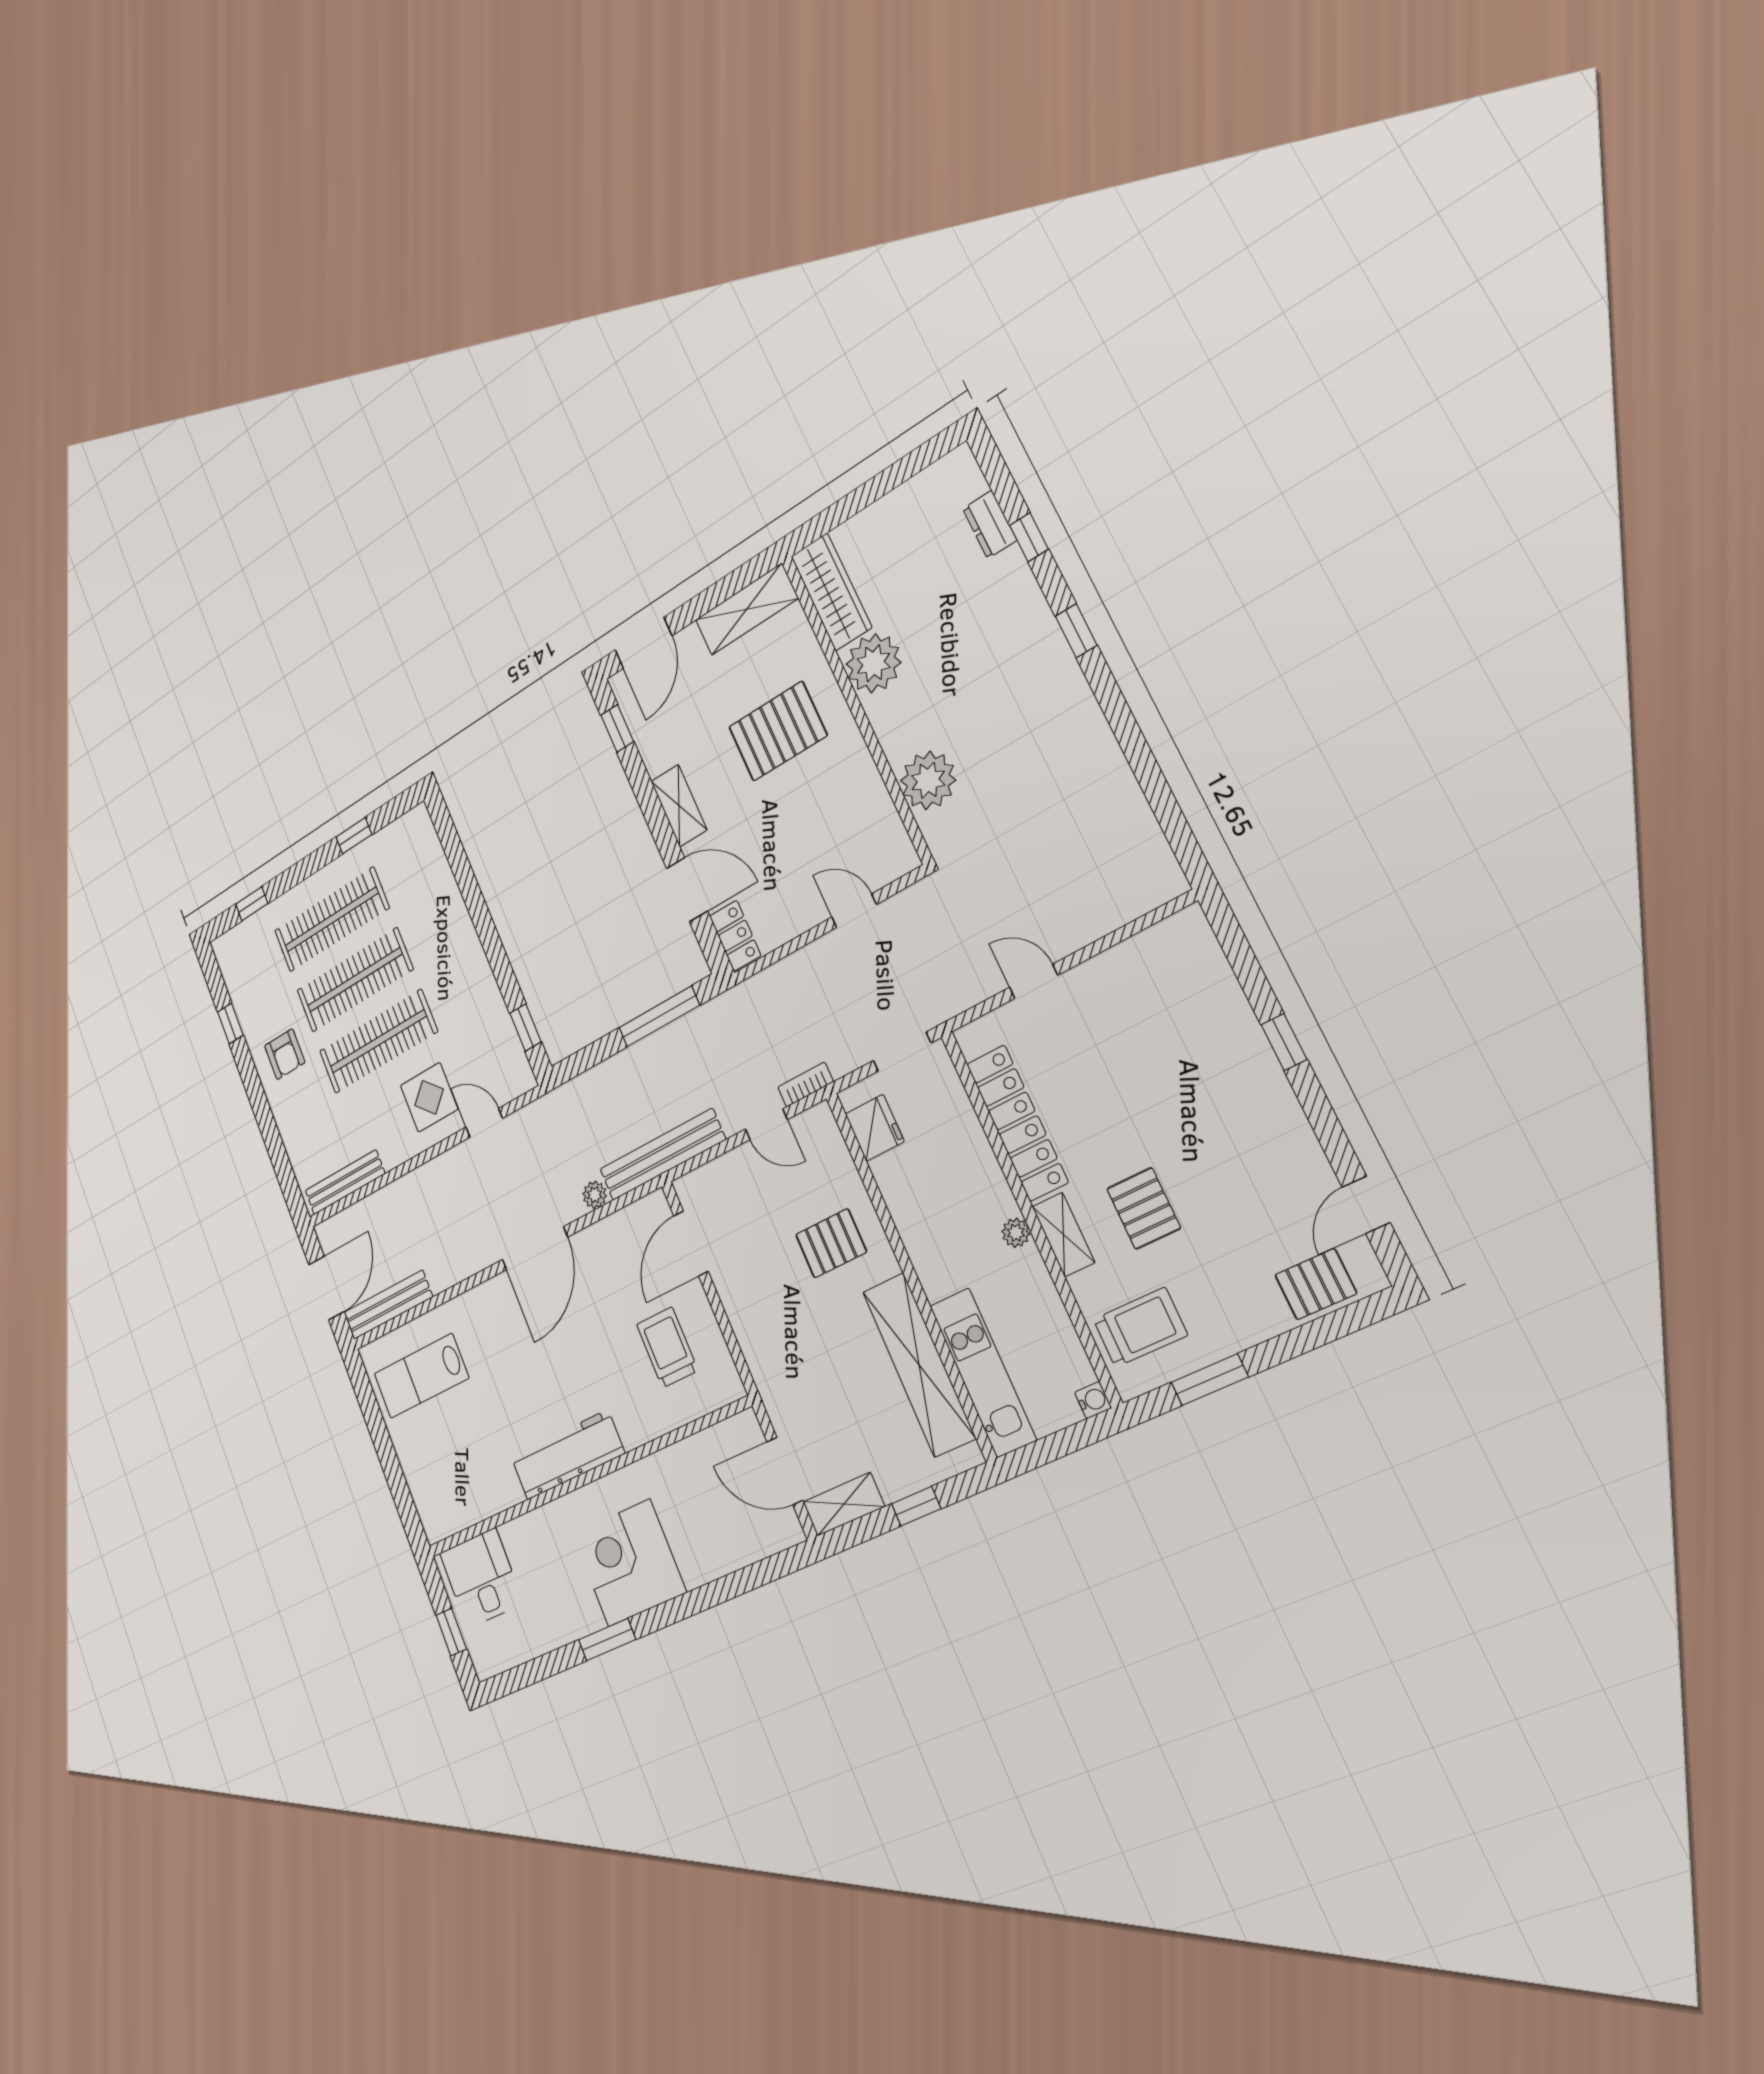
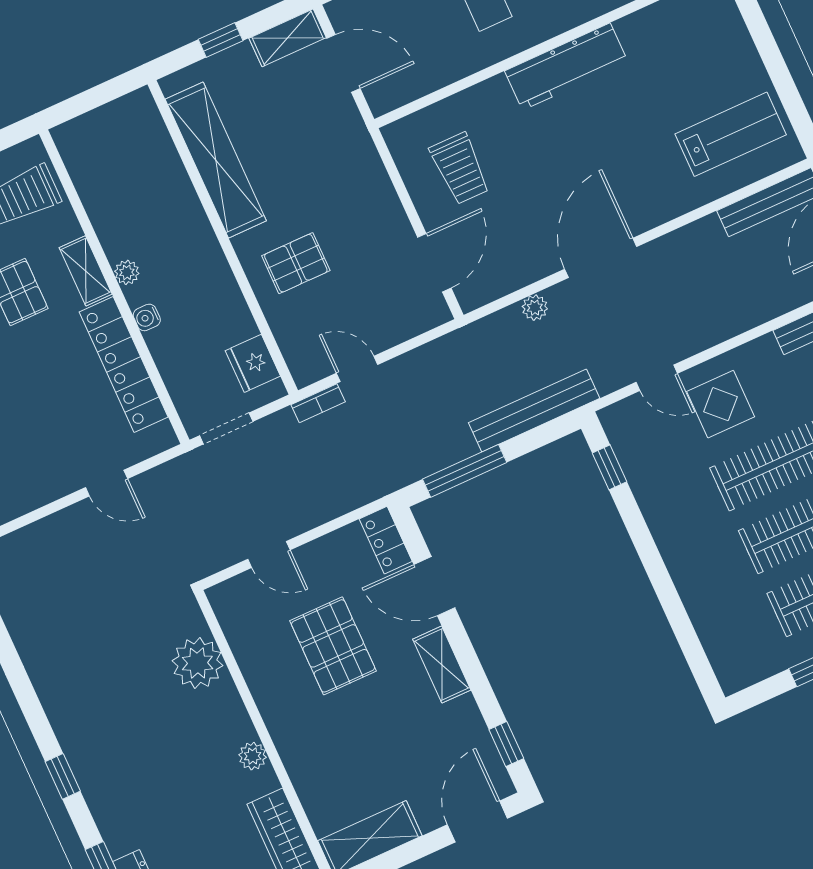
plant: (874, 663) -> (253, 756), width x0.53, depth x0.53
pallet: (778, 731) -> (333, 646), moved, turned 90
bench: (662, 1155) -> (534, 410), moved
kitchen unit: (983, 1372) -> (158, 155), removed
water cooler: (1093, 1400) -> (147, 317), moved

